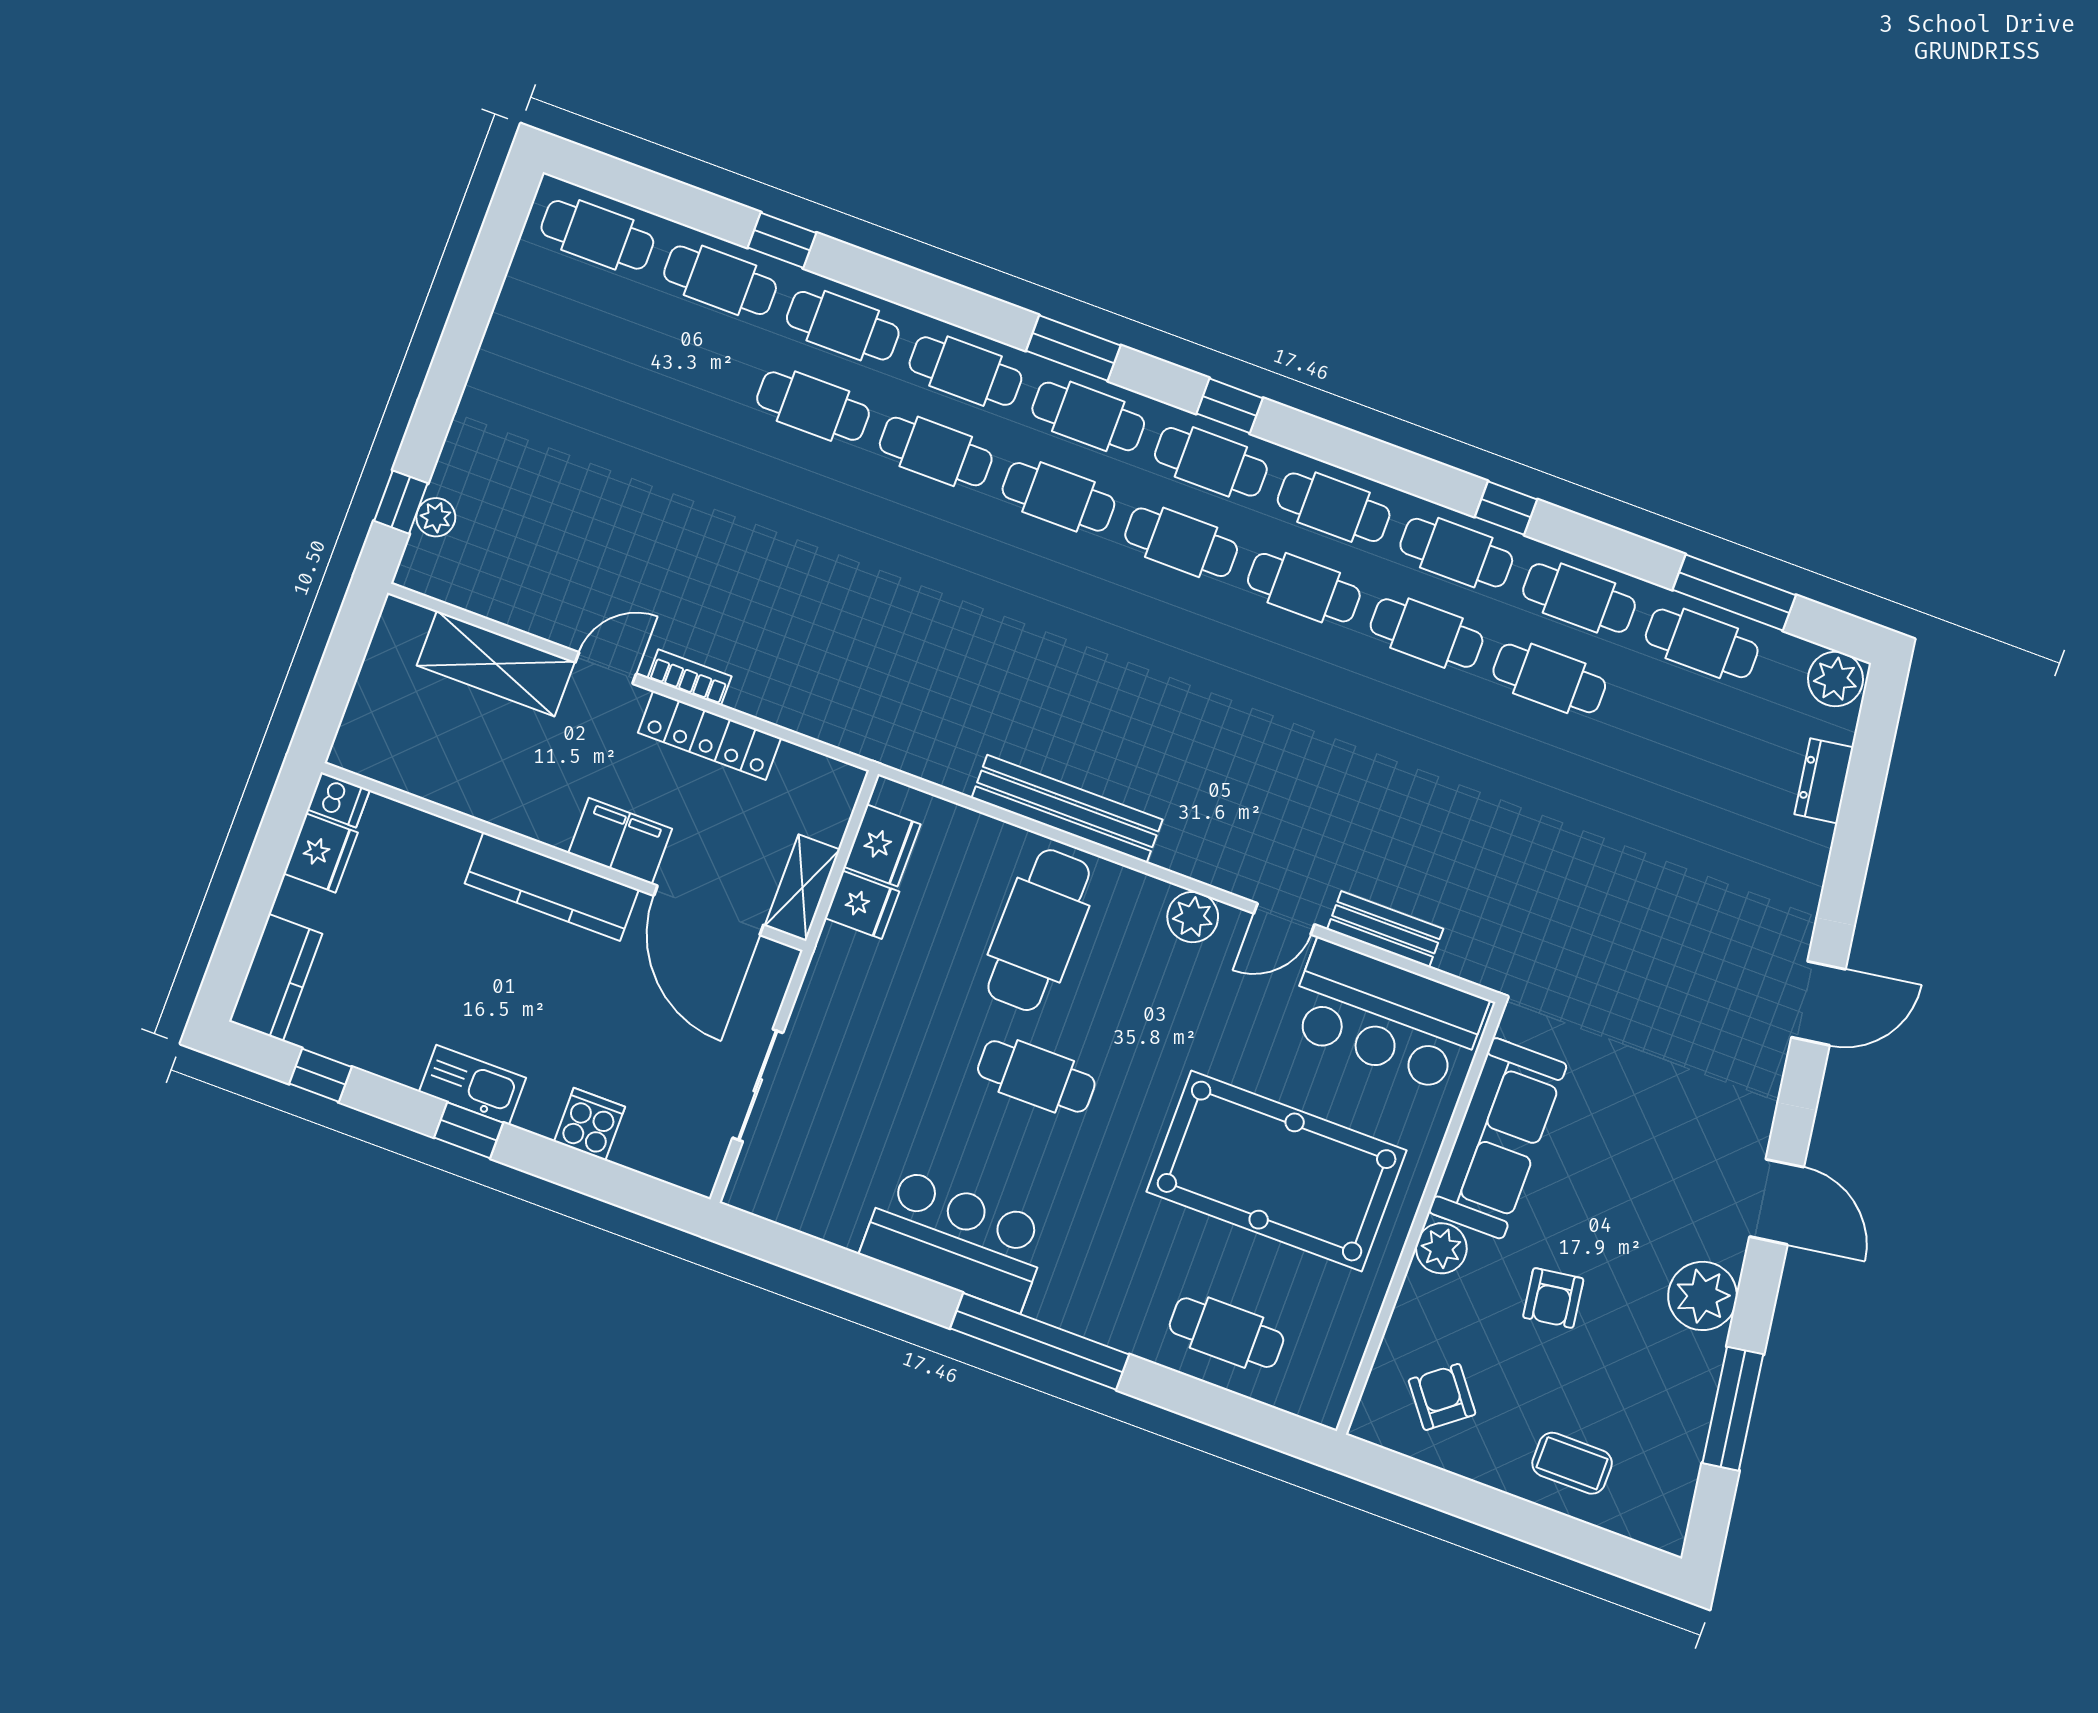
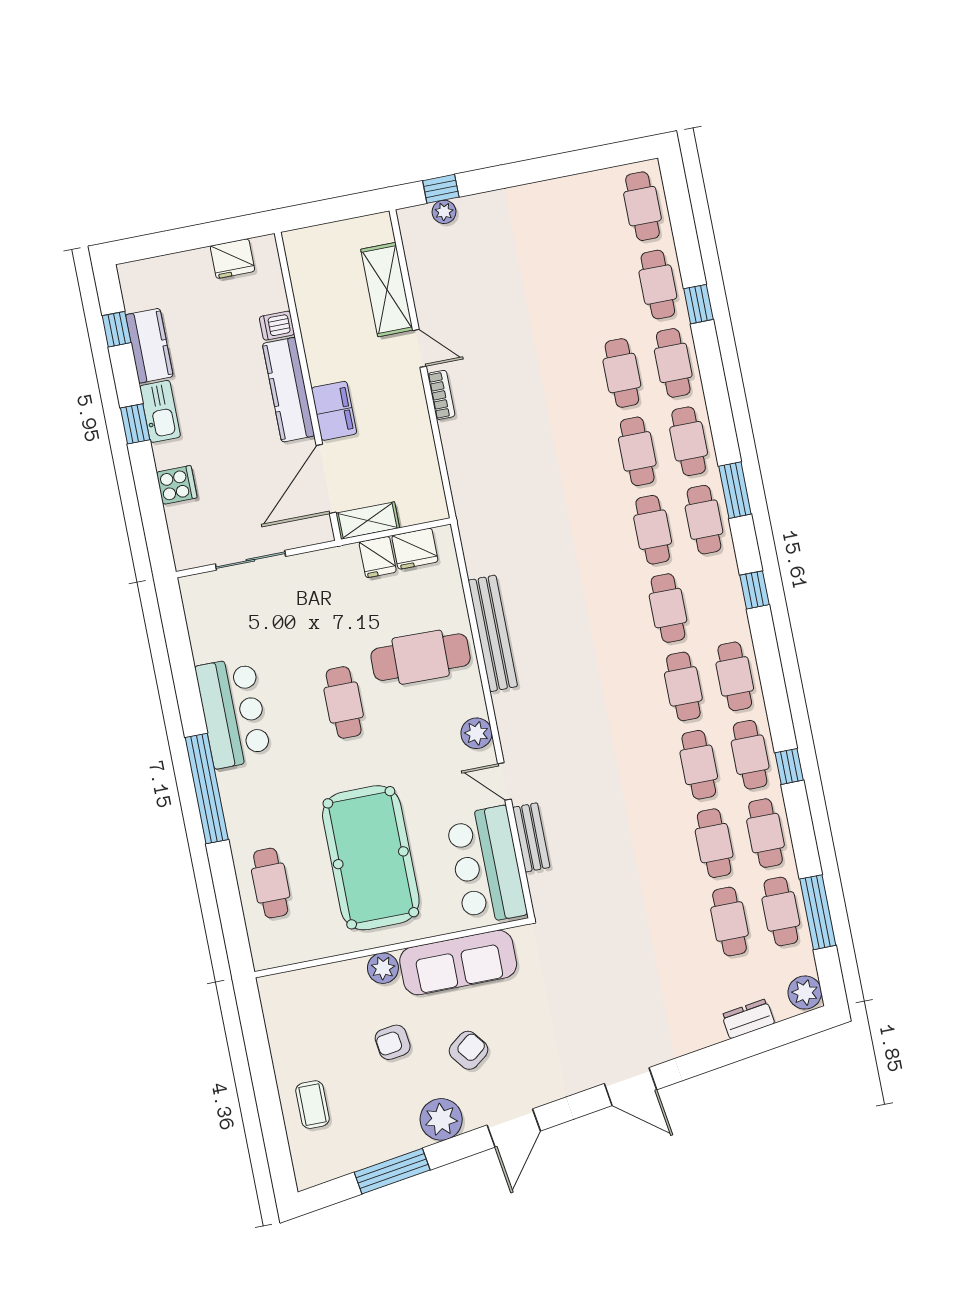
cafe table: (1211, 462) -> (729, 922), moved
locker: (710, 735) -> (417, 424), removed
dishwasher: (338, 800) -> (277, 326), moved, turned 90
kitchen counter: (276, 978) -> (149, 346), moved, turned -90
armchair: (1442, 1397) -> (469, 1050), moved

